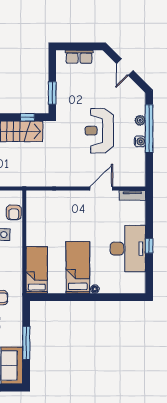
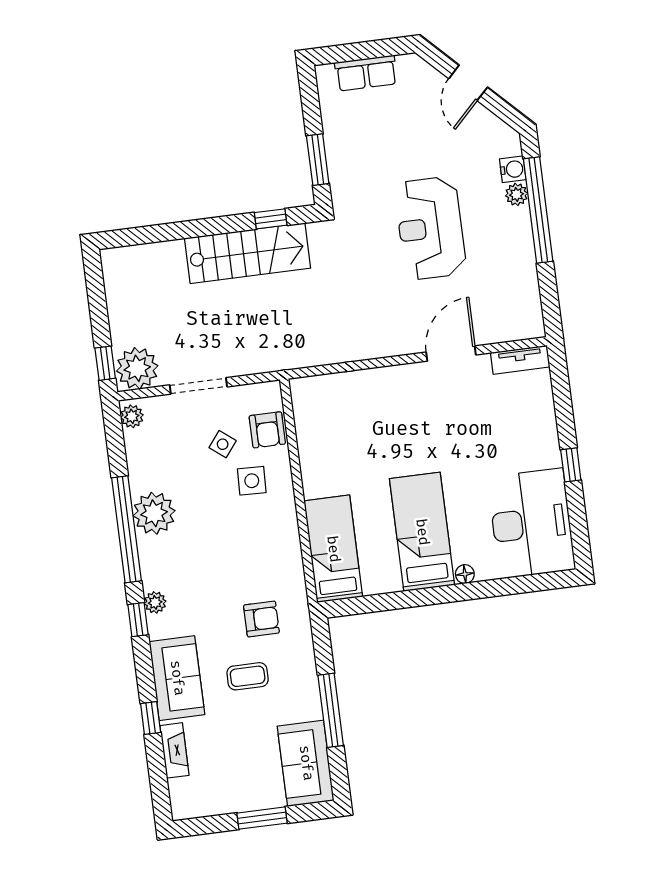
water cooler: (140, 141) -> (513, 169), moved
desk: (128, 249) -> (531, 523), moved

